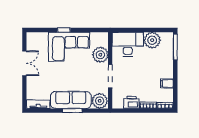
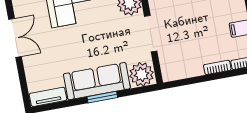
printer: (131, 102) -> (191, 68), removed

